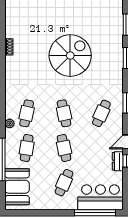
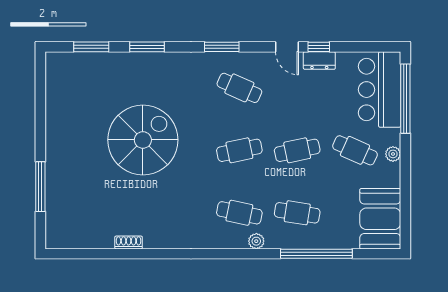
spiral stairs: (70, 56) -> (143, 140), turned 90
booth: (17, 187) -> (380, 219), moved, turned 90
plant: (62, 205) -> (393, 154), added

